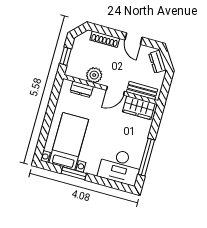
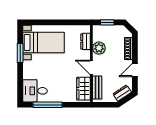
desk: (120, 167) -> (35, 91), width x0.73

